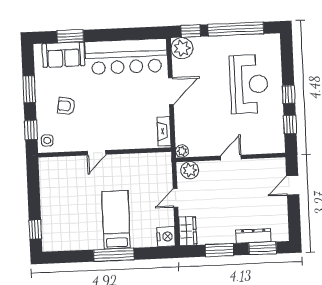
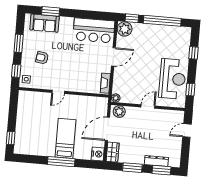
bar counter: (126, 56) -> (94, 30), width x0.73
reception desk: (249, 84) -> (172, 79), moved
window: (289, 94) -> (193, 53), moved
door: (176, 198) -> (107, 129), width x1.88

